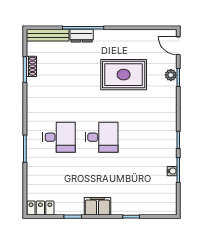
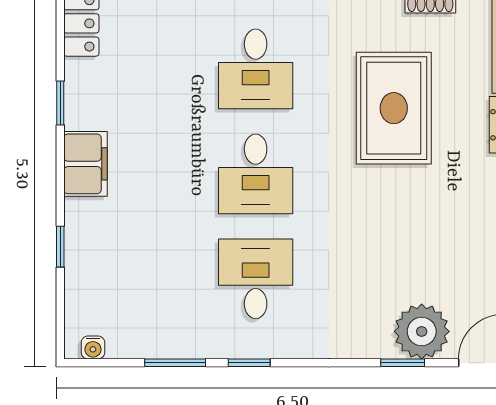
rug: (124, 75) -> (394, 108), moved
plant: (171, 75) -> (422, 331), width x1.87, depth x1.87
desk: (144, 137) -> (256, 279), added
water cooler: (172, 171) -> (93, 347), moved

